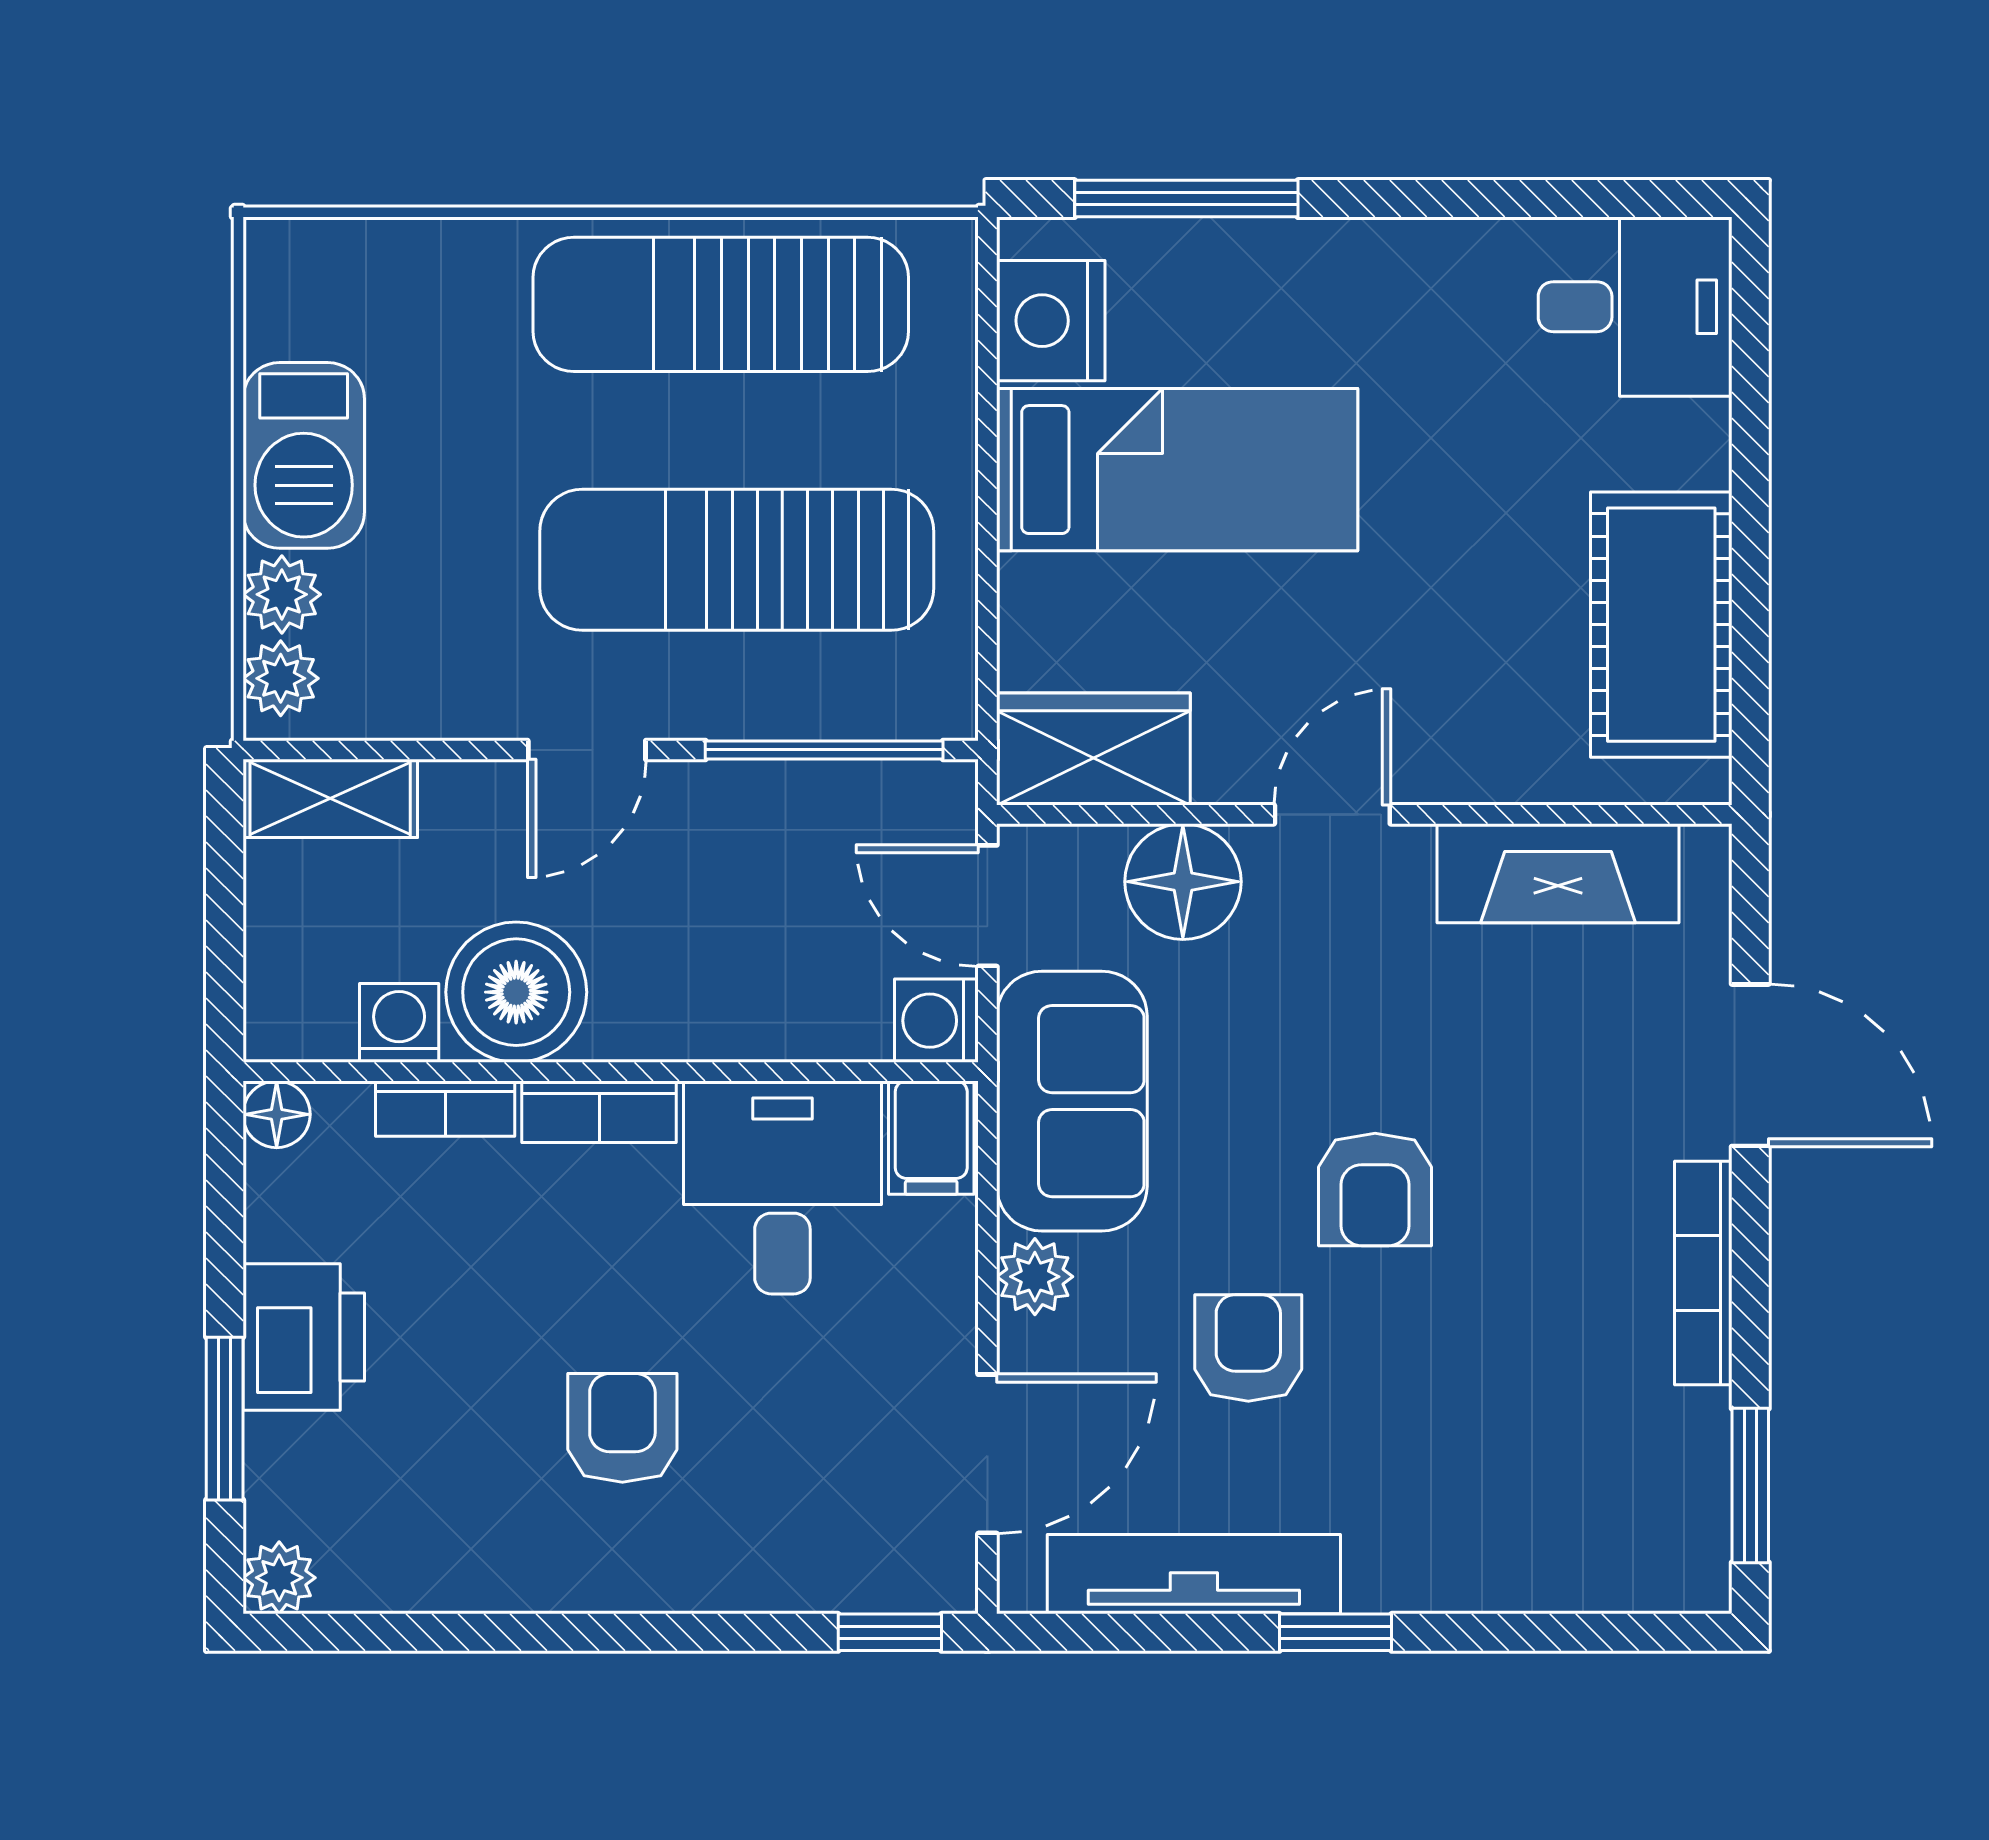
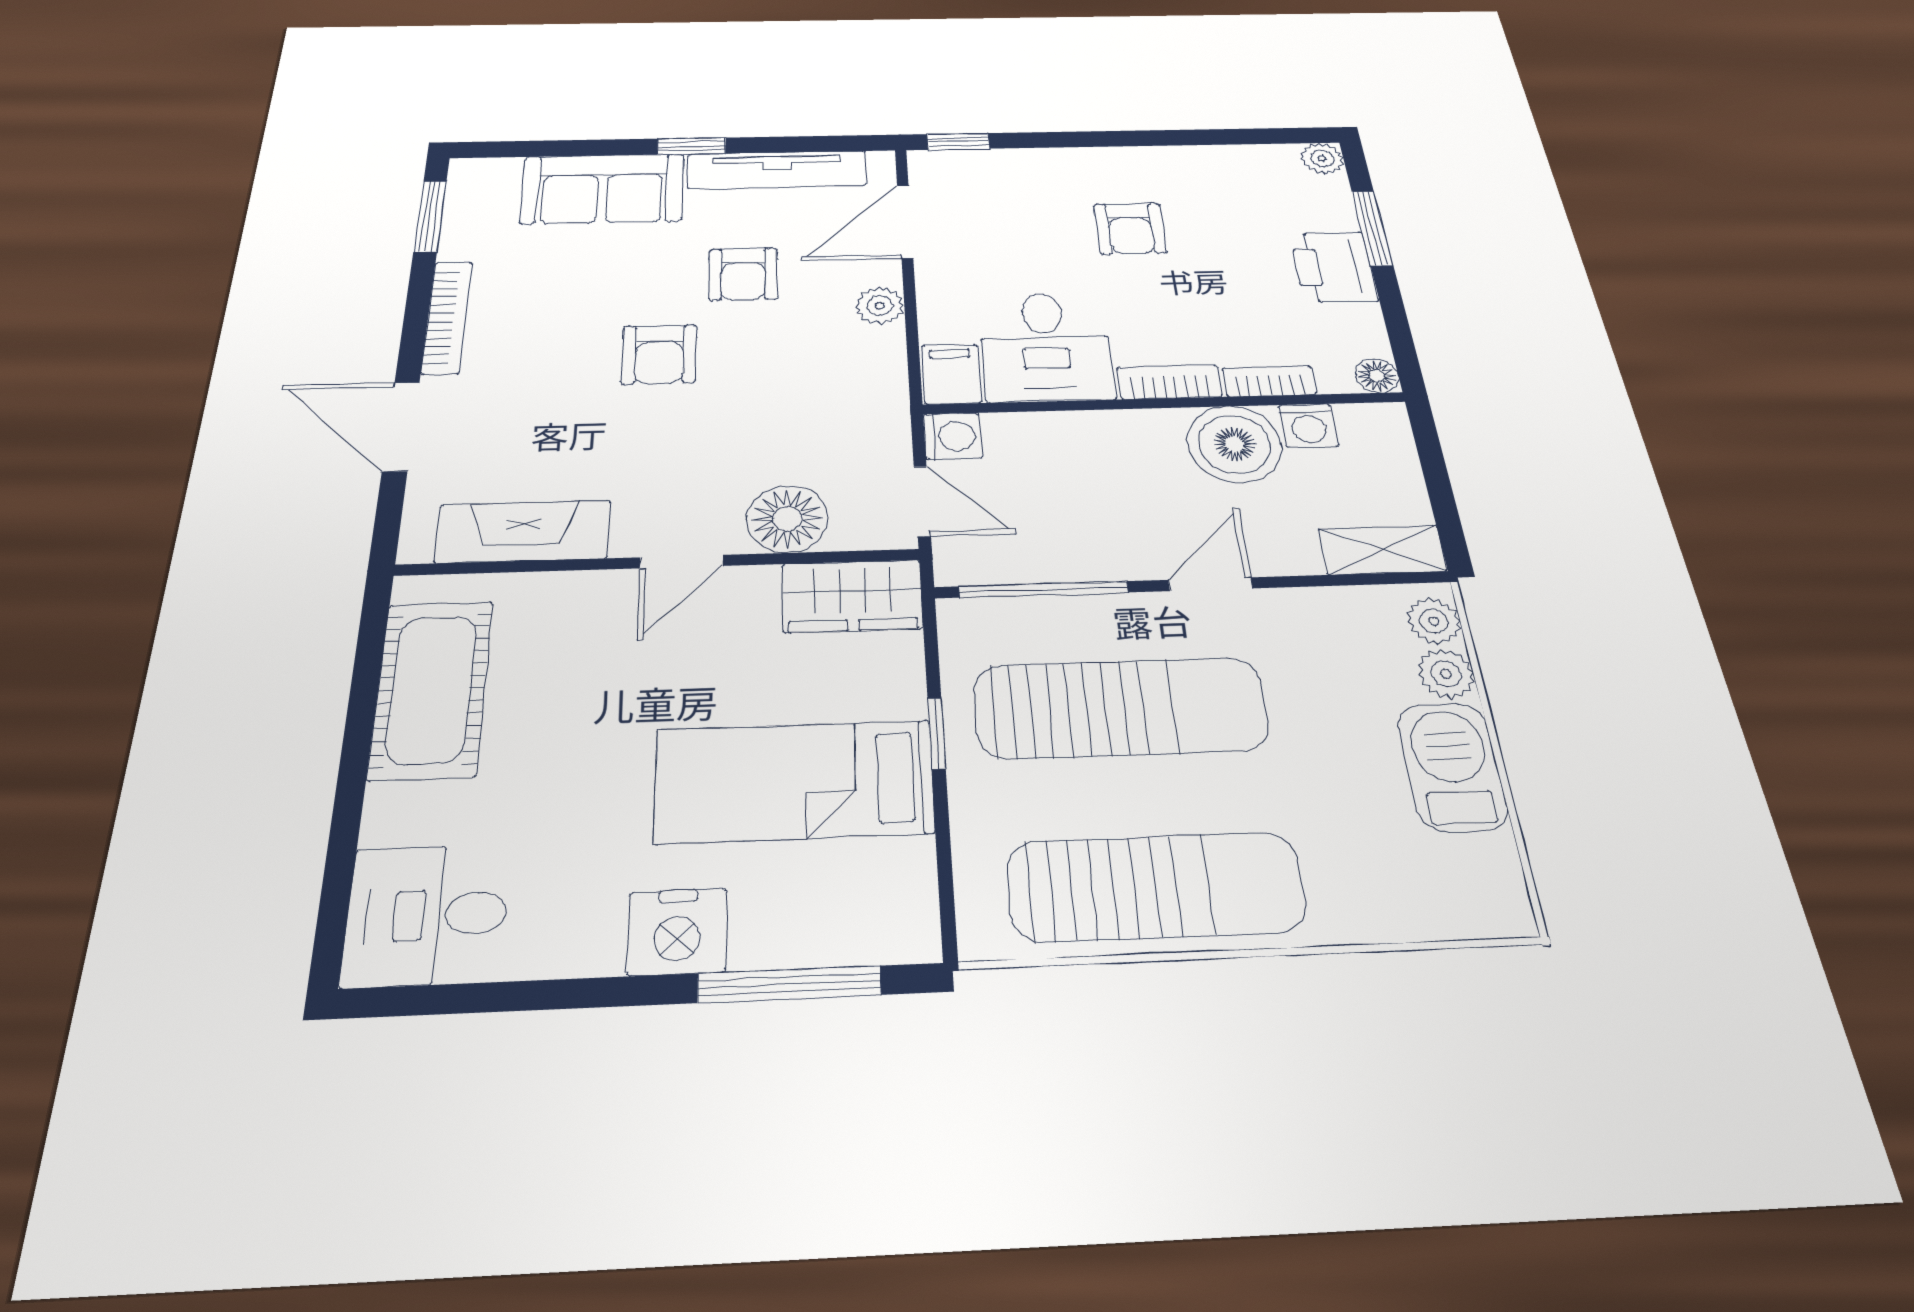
nightstand: (1051, 321) -> (677, 932), moved, turned 90
window: (987, 532) -> (936, 733), added
sofa: (1072, 1101) -> (603, 189), moved, turned -90
armchair: (1375, 1189) -> (659, 354), turned 180

